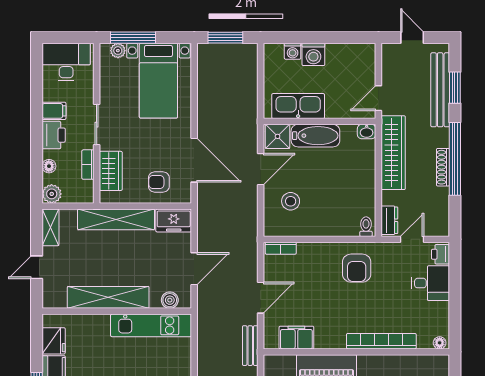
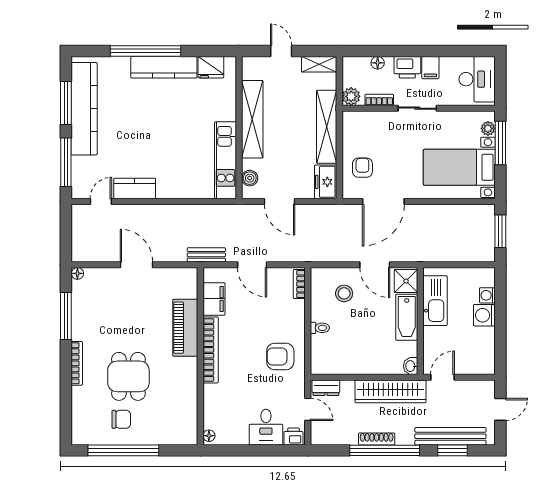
door: (378, 98) -> (442, 377), hinge flipped
wardrobe: (111, 171) -> (373, 122), removed
plant: (52, 194) -> (351, 96), moved
toilet: (366, 227) -> (320, 328), moved
bookcase: (381, 341) -> (211, 350), moved

